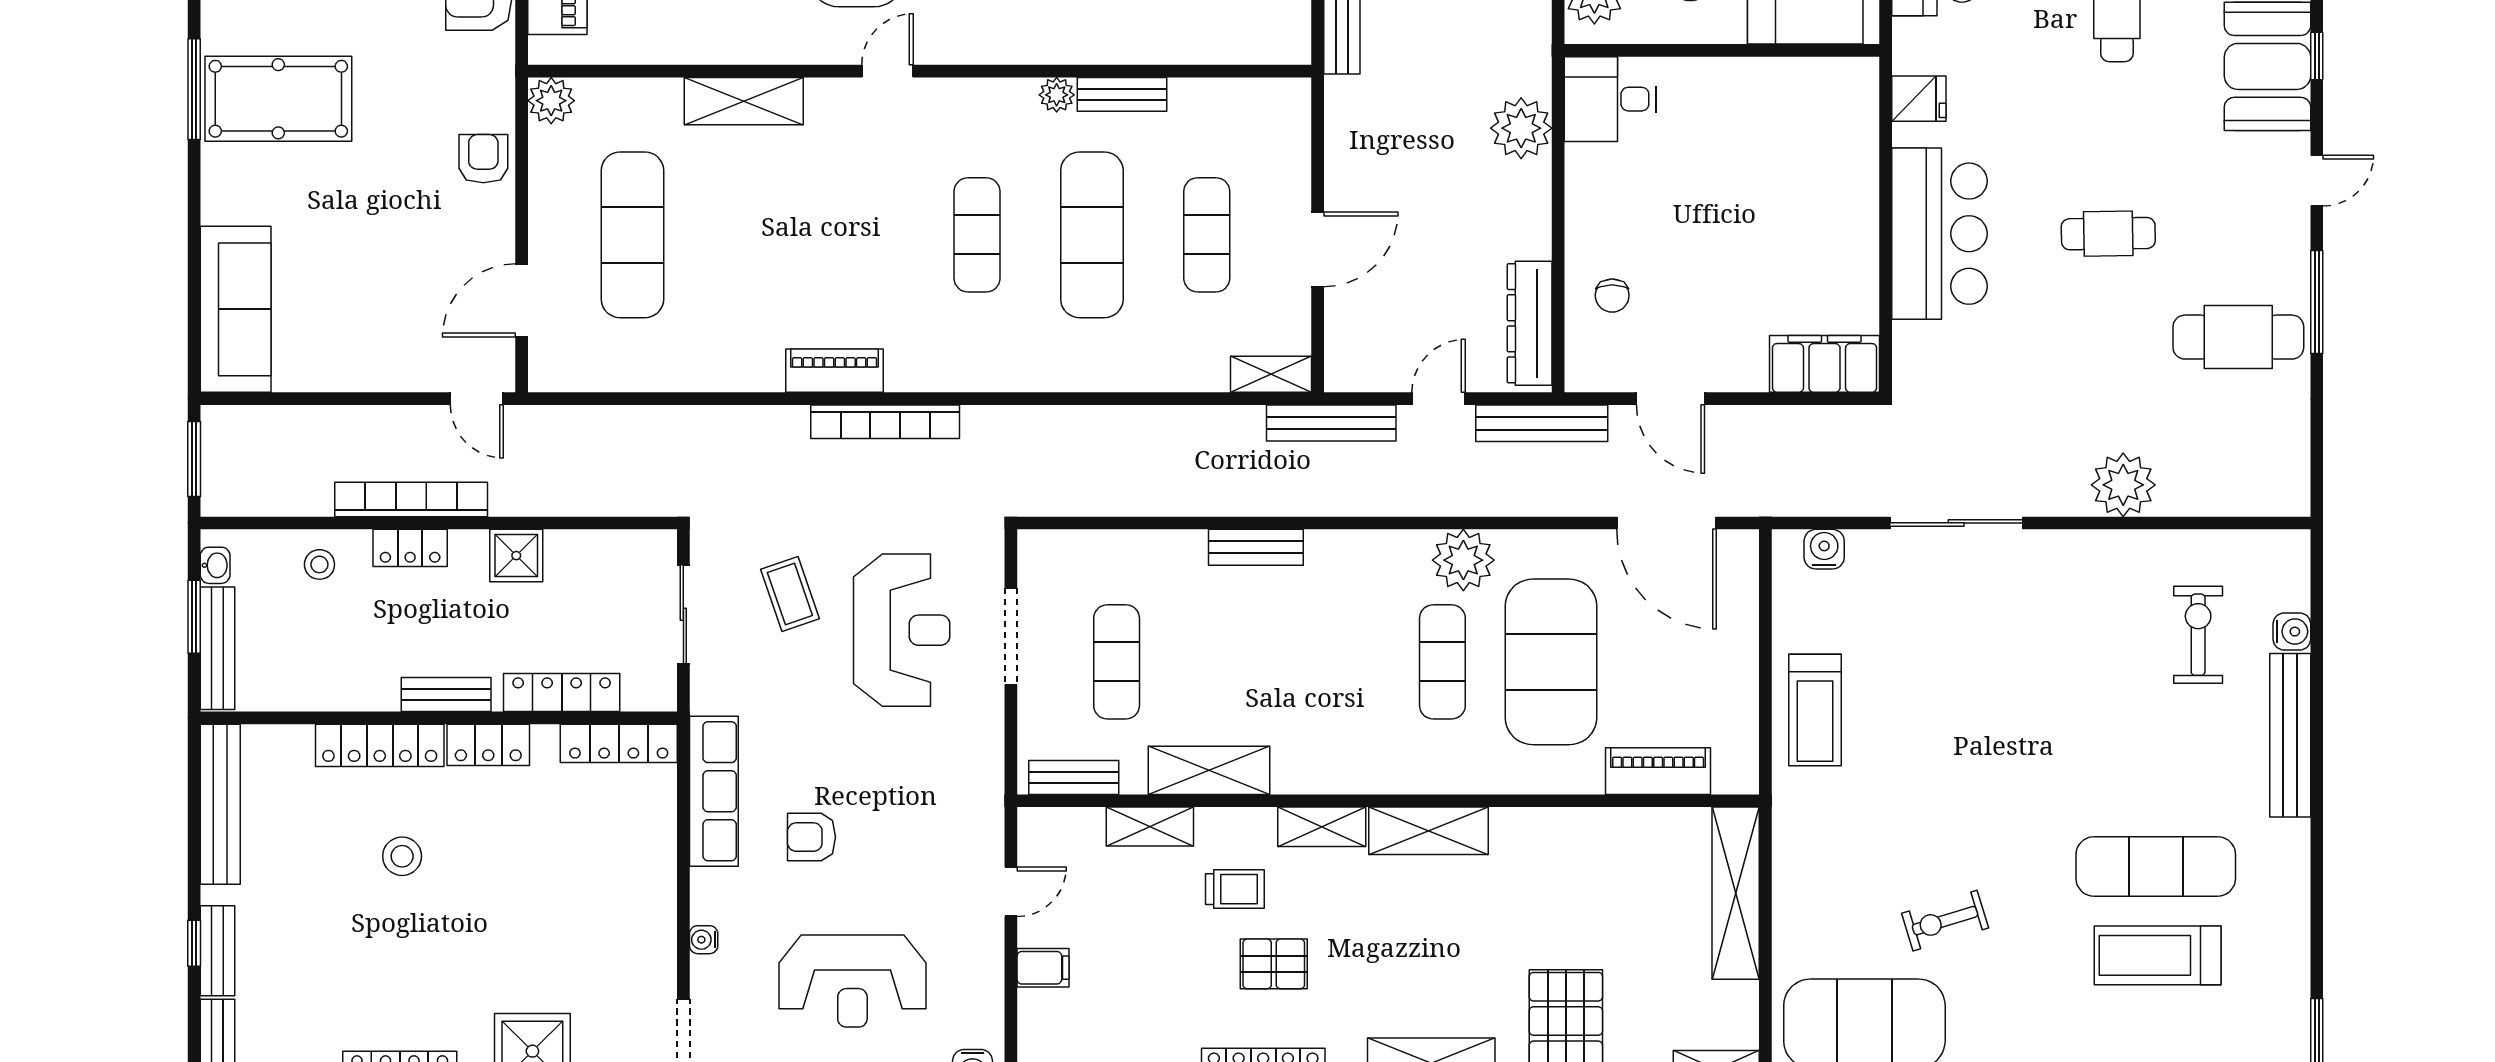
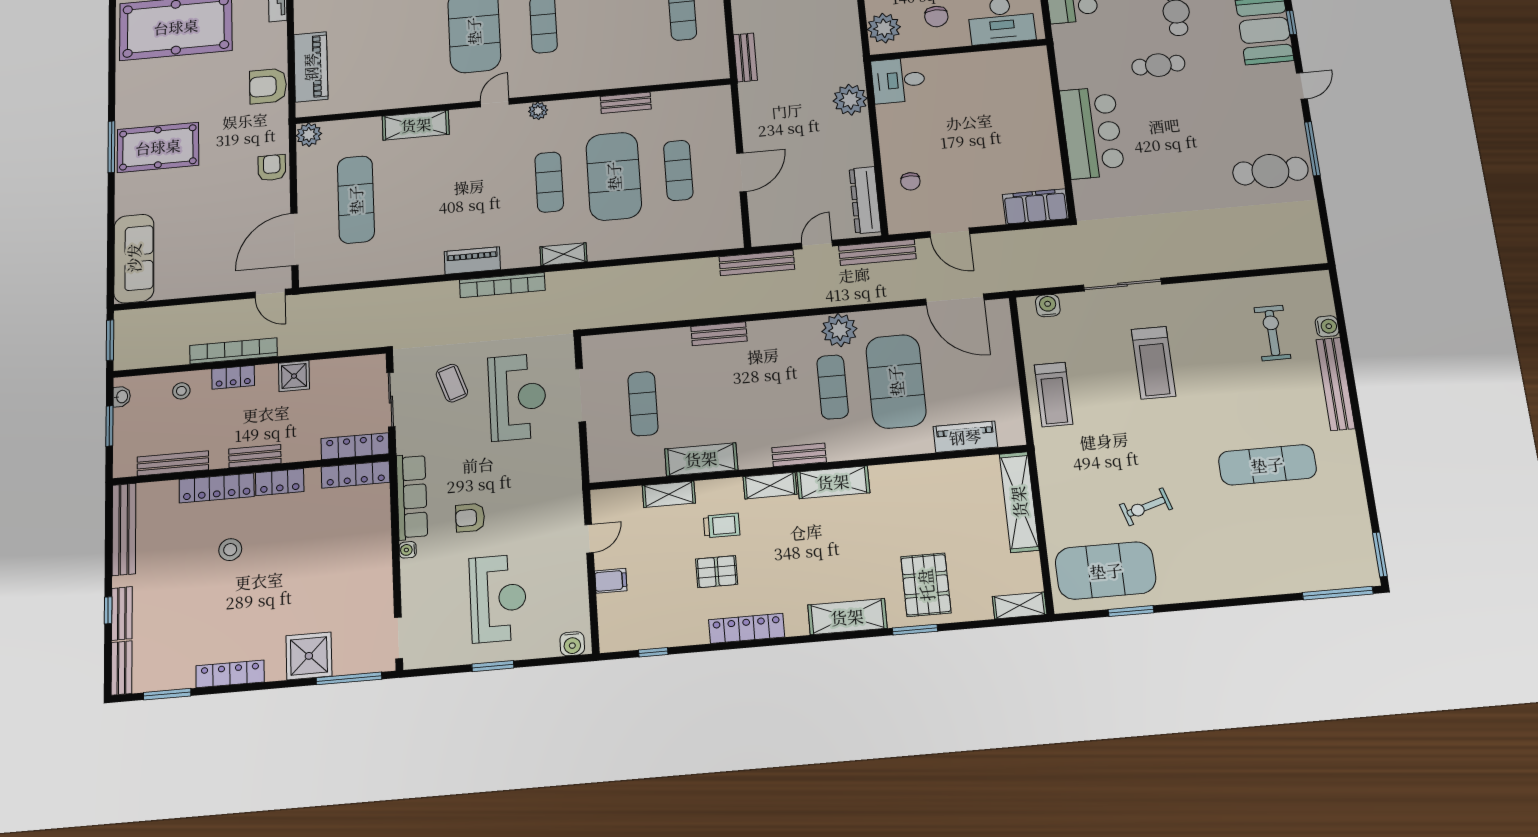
plant: (1057, 95) -> (538, 111), moved
fridge: (1919, 99) -> (1071, 64), removed
cafe table: (2108, 234) -> (1158, 65), moved
exercise mat: (1092, 235) -> (614, 176), width x1.47
door: (522, 300) -> (294, 239), width x1.36
shelving: (1271, 374) -> (563, 254), moved
plant: (2123, 485) -> (1216, 255), removed
bench: (217, 648) -> (173, 463), moved, turned 90
locker: (562, 692) -> (355, 446), moved
bench: (1074, 777) -> (799, 455), moved
water cooler: (704, 940) -> (408, 550), moved
treadmill: (2158, 955) -> (1154, 363), moved, turned -90
pallet: (1274, 964) -> (717, 572), moved
reception desk: (852, 981) -> (498, 598), turned -90

